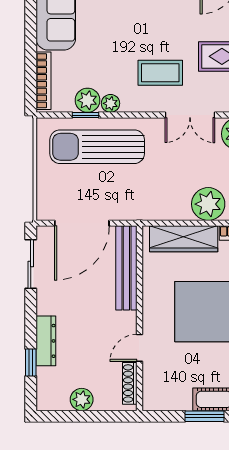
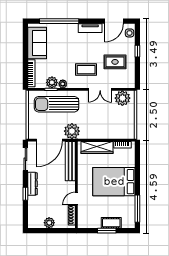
plant: (208, 204) -> (72, 131), moved
dresser: (46, 341) -> (32, 184), moved
window: (31, 362) -> (25, 194), moved

